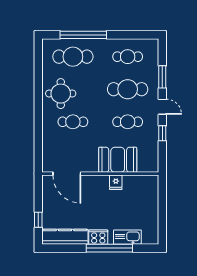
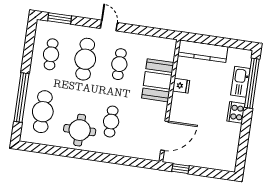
window: (162, 77) -> (60, 18), moved
door: (162, 107) -> (109, 25), hinge flipped
window: (162, 133) -> (137, 30), removed
window: (38, 220) -> (180, 169), moved
kitchen counter: (65, 237) -> (203, 51), moved, turned -90
window: (109, 248) -> (252, 83), moved

